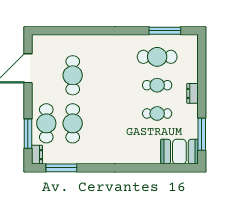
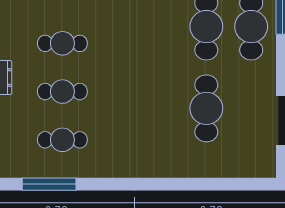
cafe table: (157, 57) -> (62, 140), width x0.73, depth x0.74

